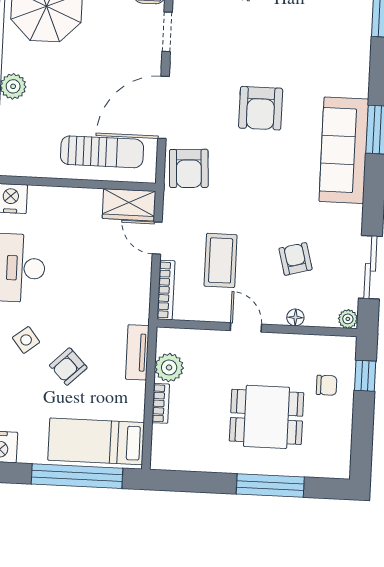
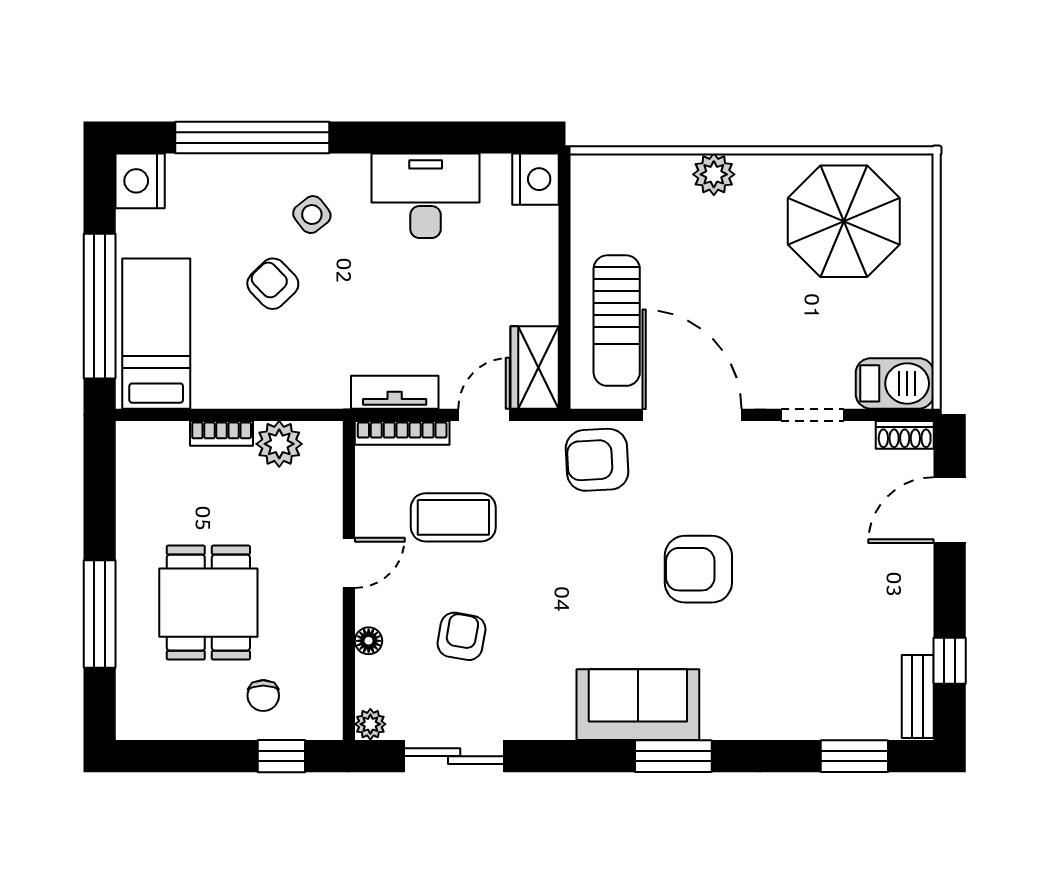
sofa: (344, 150) -> (638, 705), width x0.73
armchair: (295, 259) -> (461, 636), turned -65
tv unit: (137, 352) -> (395, 392), moved

